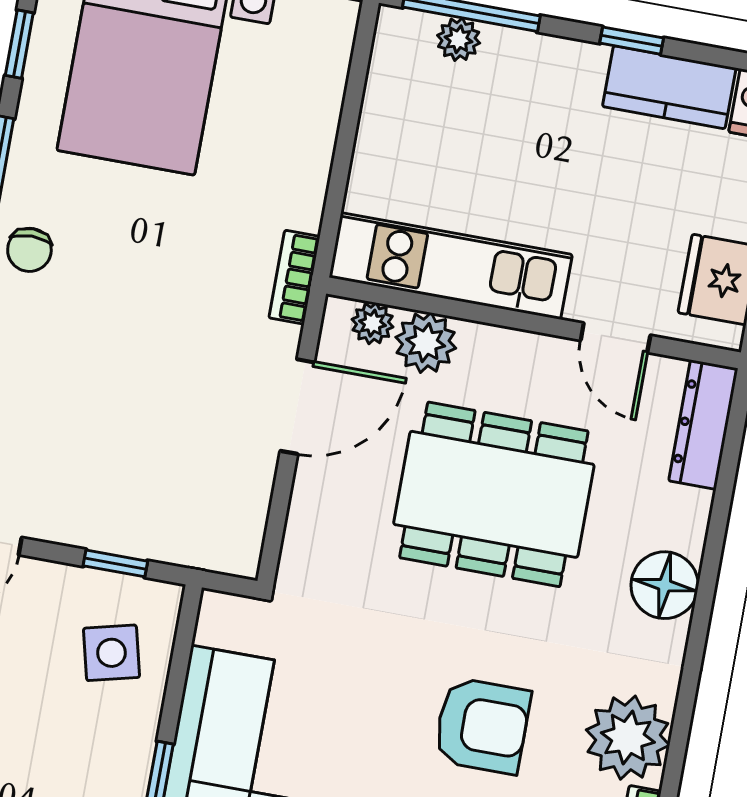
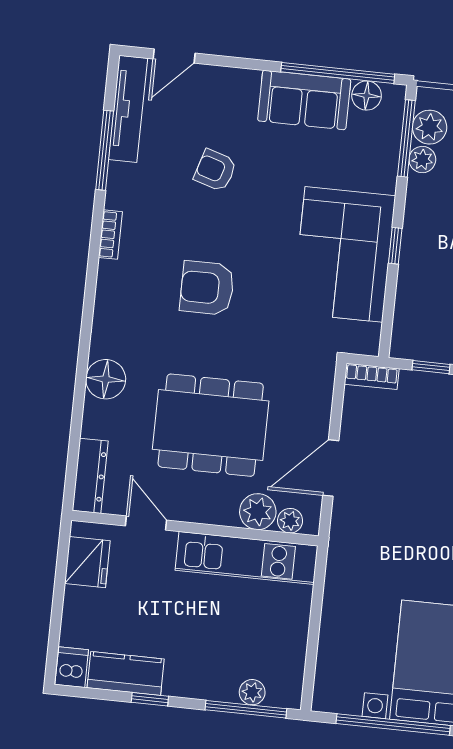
bookcase: (294, 277) -> (372, 376), moved, turned 90
side table: (111, 653) -> (429, 314), removed
plant: (628, 738) -> (120, 288), removed

